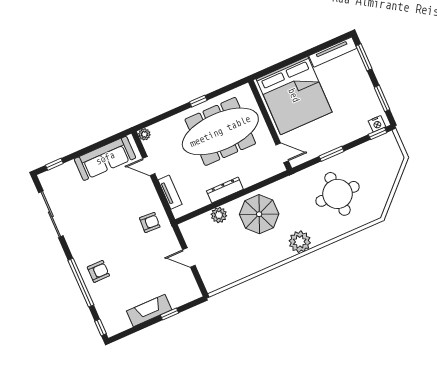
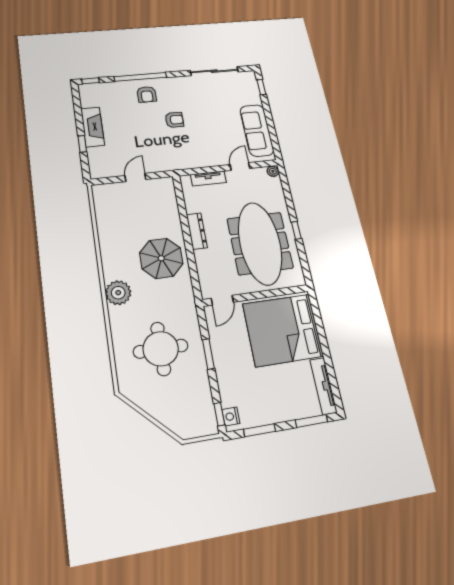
plant: (219, 215) -> (172, 218), removed
armchair: (150, 222) -> (174, 120), moved, turned -92

